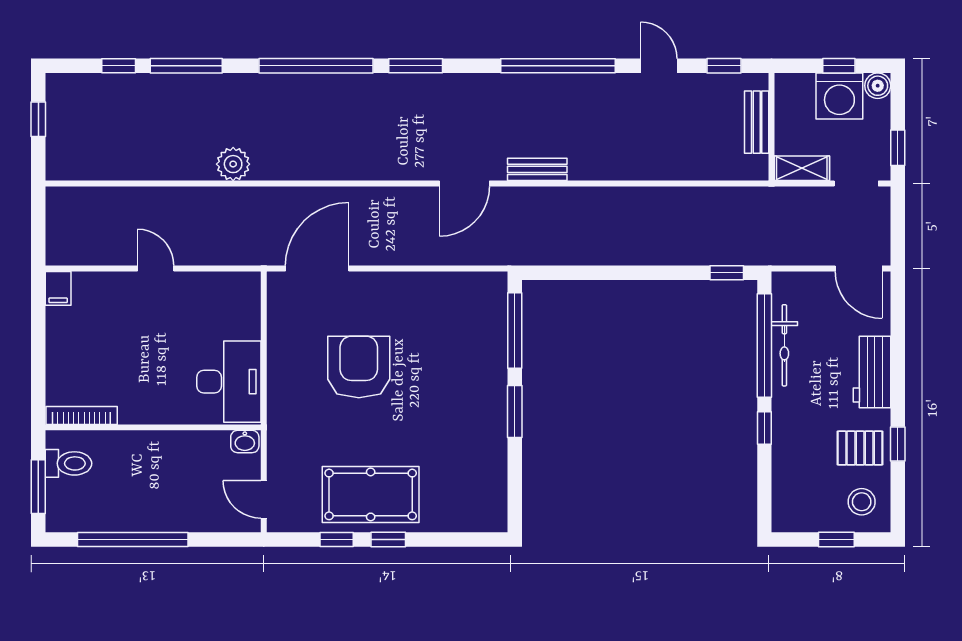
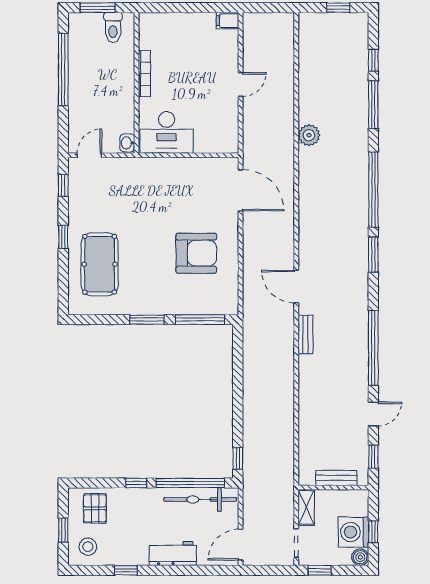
bicycle: (784, 345) -> (200, 499), width x1.37, depth x1.40
armchair: (359, 367) -> (196, 253), moved
bookcase: (82, 415) -> (144, 74), moved
pallet: (860, 448) -> (95, 508), moved
pool table: (371, 494) -> (100, 264), moved
window: (337, 539) -> (63, 186), moved

